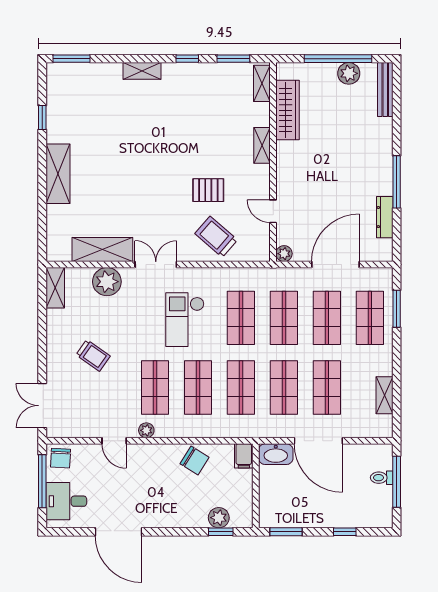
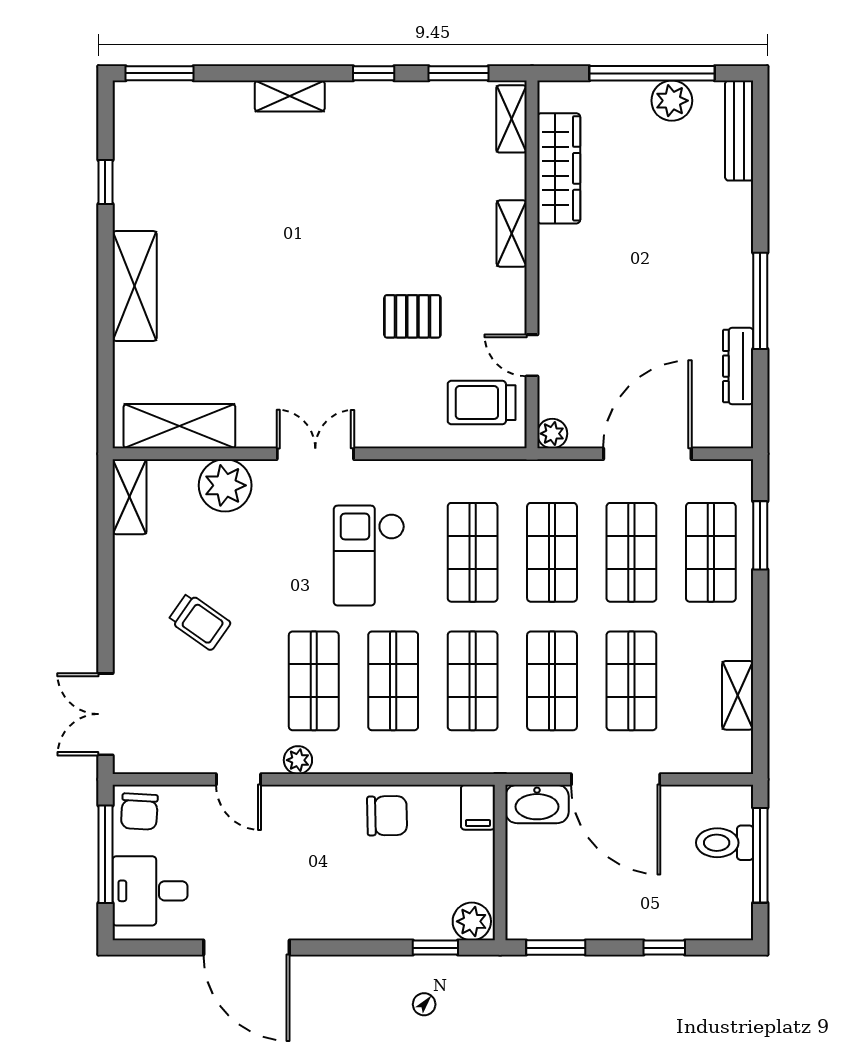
trolley: (216, 237) -> (482, 403), moved, turned -41
shelving: (102, 250) -> (179, 426), moved
chair: (195, 460) -> (387, 816), turned -33
toilet: (382, 478) -> (725, 843), width x1.37, depth x1.39
plant: (219, 518) -> (472, 921), moved

